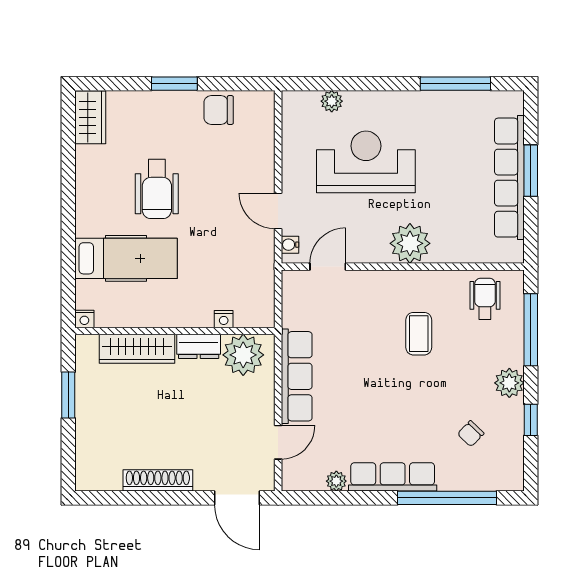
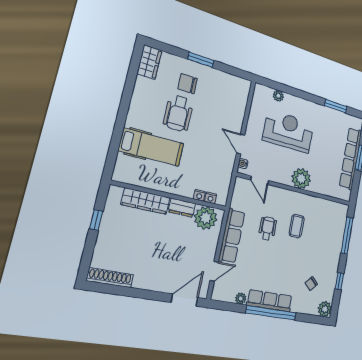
window: (455, 84) -> (336, 106), width x0.69
chair: (219, 110) -> (188, 84), moved
door: (328, 267) -> (260, 180), swing flipped
wheelchair: (485, 299) -> (268, 228), moved
nightstand: (84, 319) -> (211, 198), moved
plant: (509, 383) -> (325, 309), moved
window: (68, 395) -> (96, 220), width x0.67
shoe rack: (158, 480) -> (110, 278), moved
door: (237, 498) -> (185, 300), swing flipped
window: (447, 498) -> (271, 313), moved

